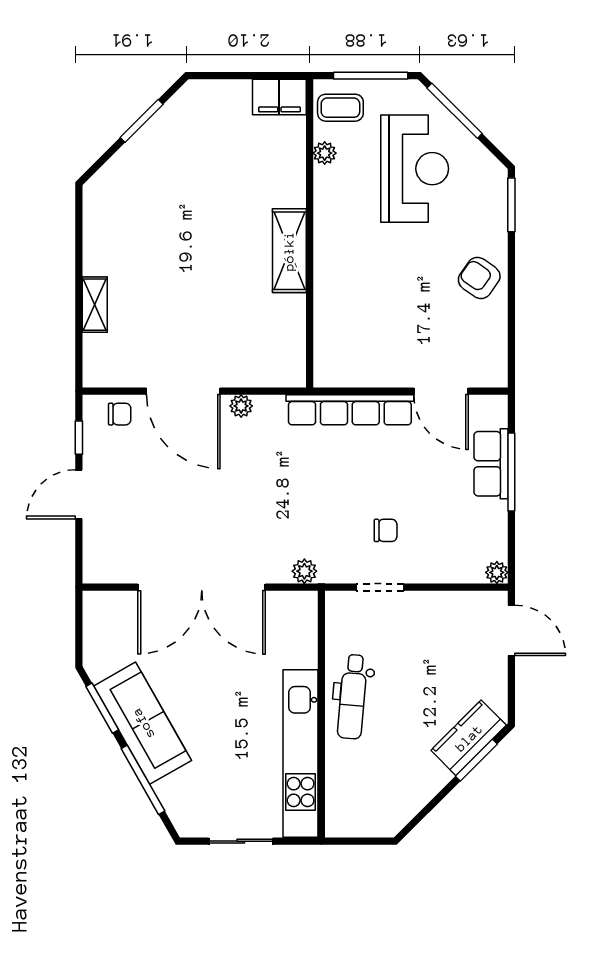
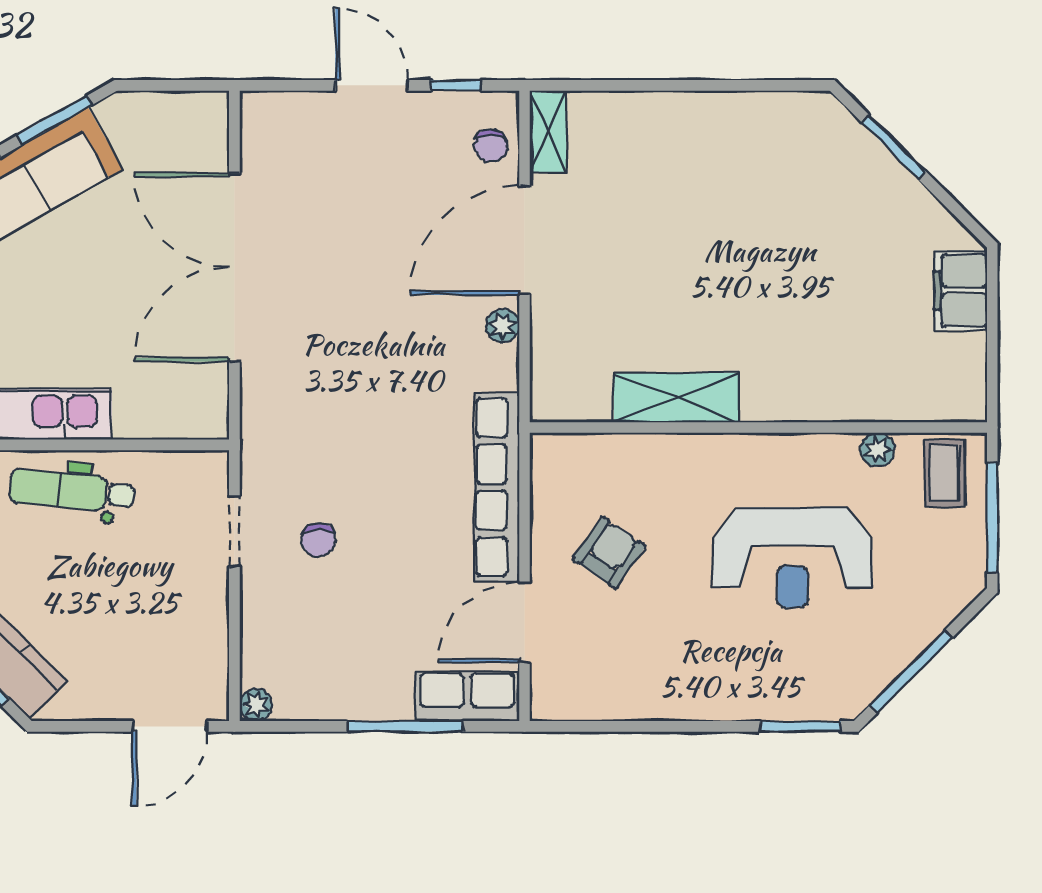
filing cabinet: (279, 97) -> (961, 290), moved
window: (455, 111) -> (911, 672), moved
window: (142, 121) -> (893, 147), moved
reception desk: (415, 169) -> (793, 558), moved
shelving: (289, 251) -> (676, 397), moved
armchair: (479, 278) -> (609, 552), moved
shelving: (95, 305) -> (548, 132), moved, turned 90
row of seats: (491, 464) -> (467, 696), moved
plant: (304, 571) -> (258, 420), removed

